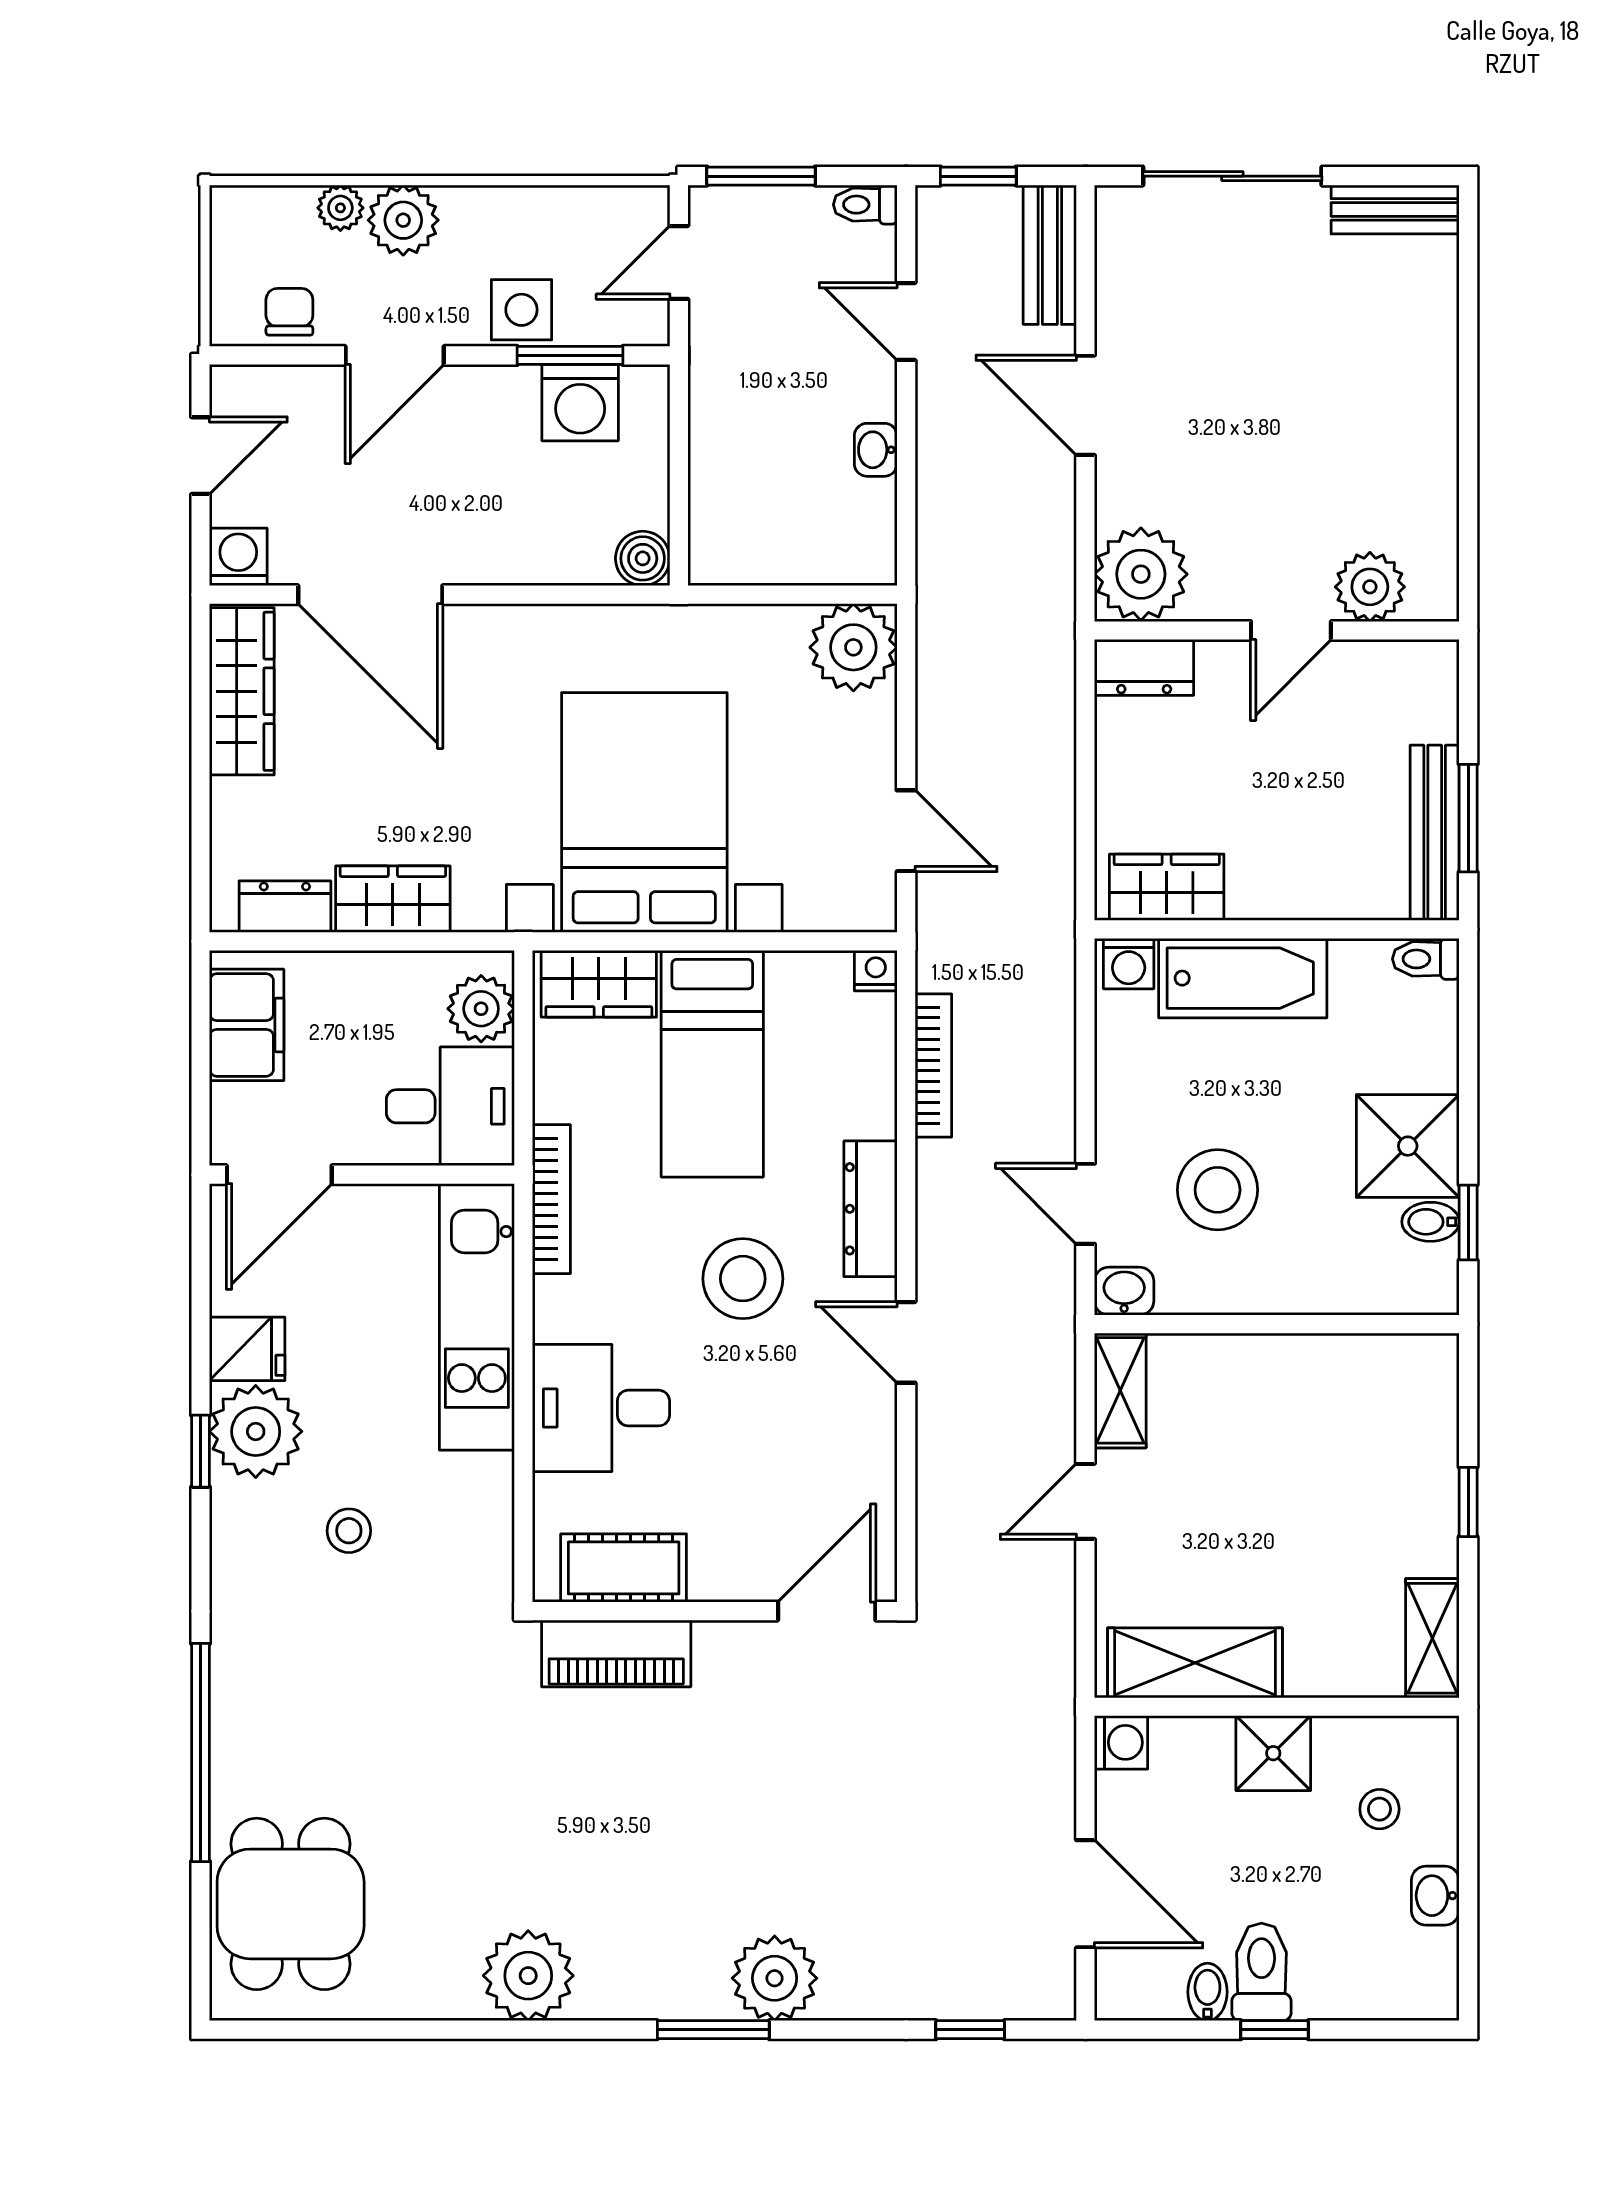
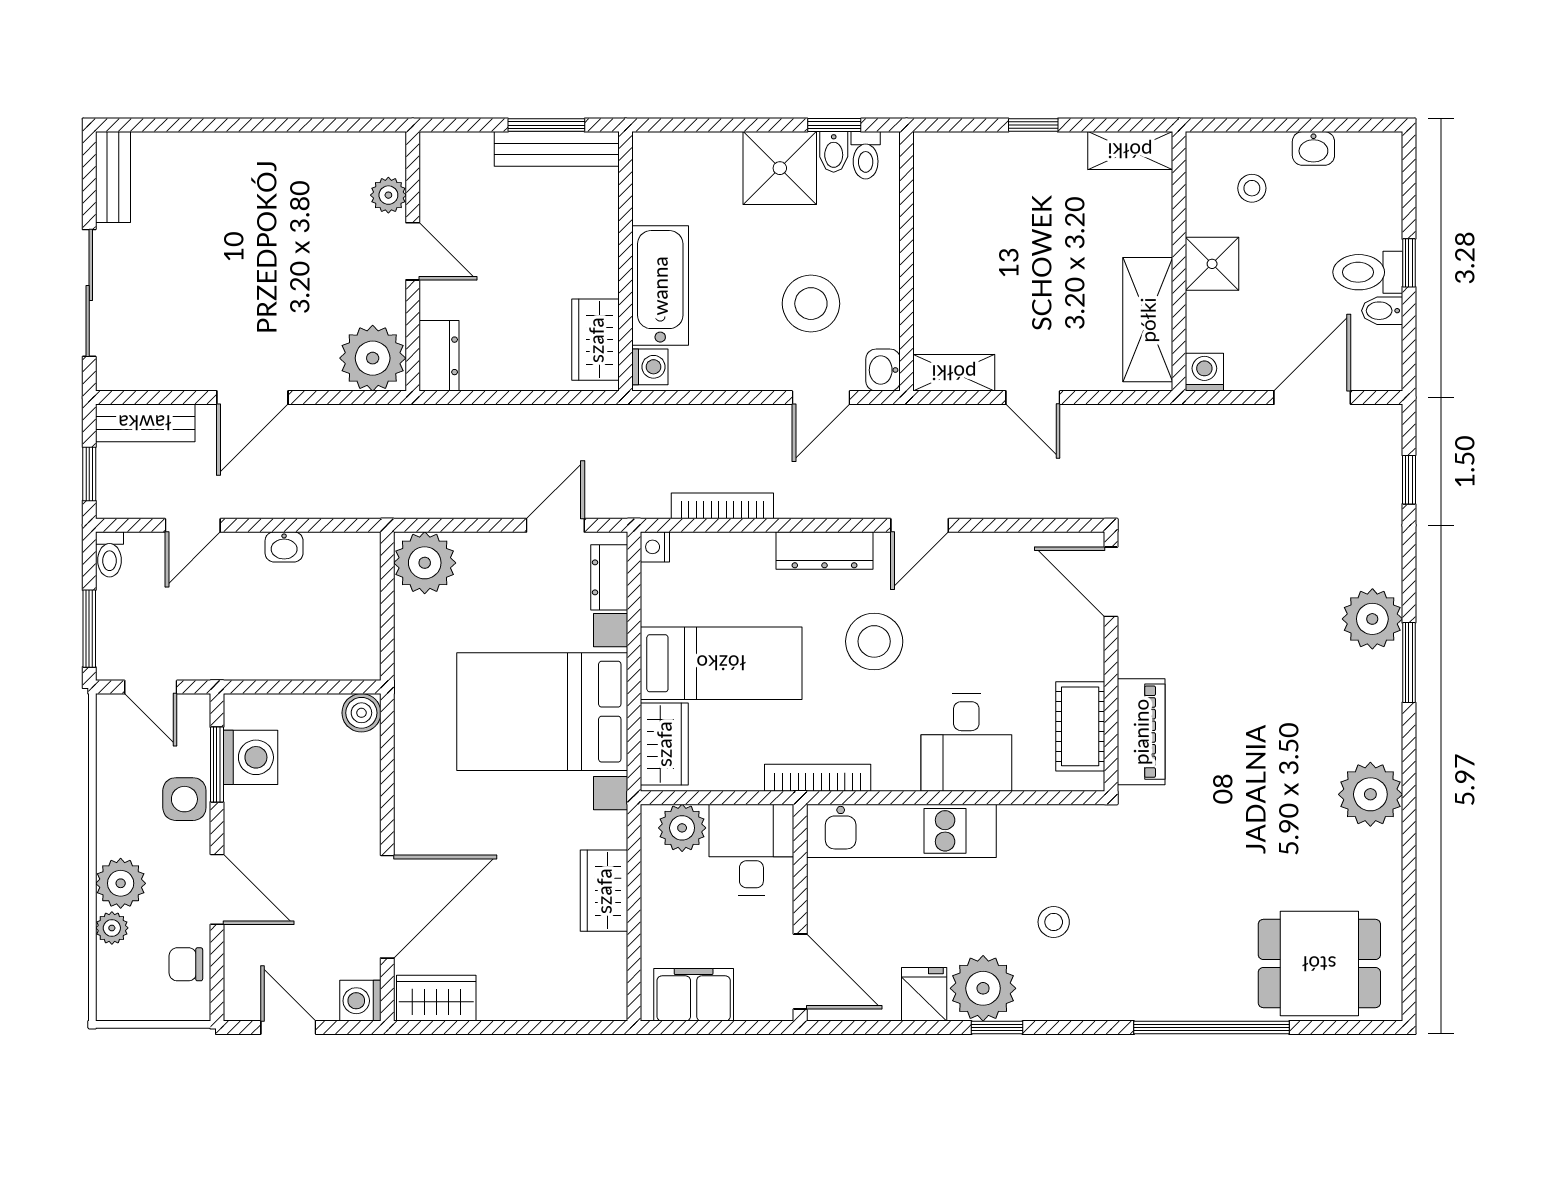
plant: (1370, 587) -> (388, 195), width x0.73, depth x0.73
wardrobe: (242, 691) -> (436, 998), width x0.67
dresser: (285, 907) -> (609, 577), moved
toilet: (1426, 959) -> (866, 155), moved

